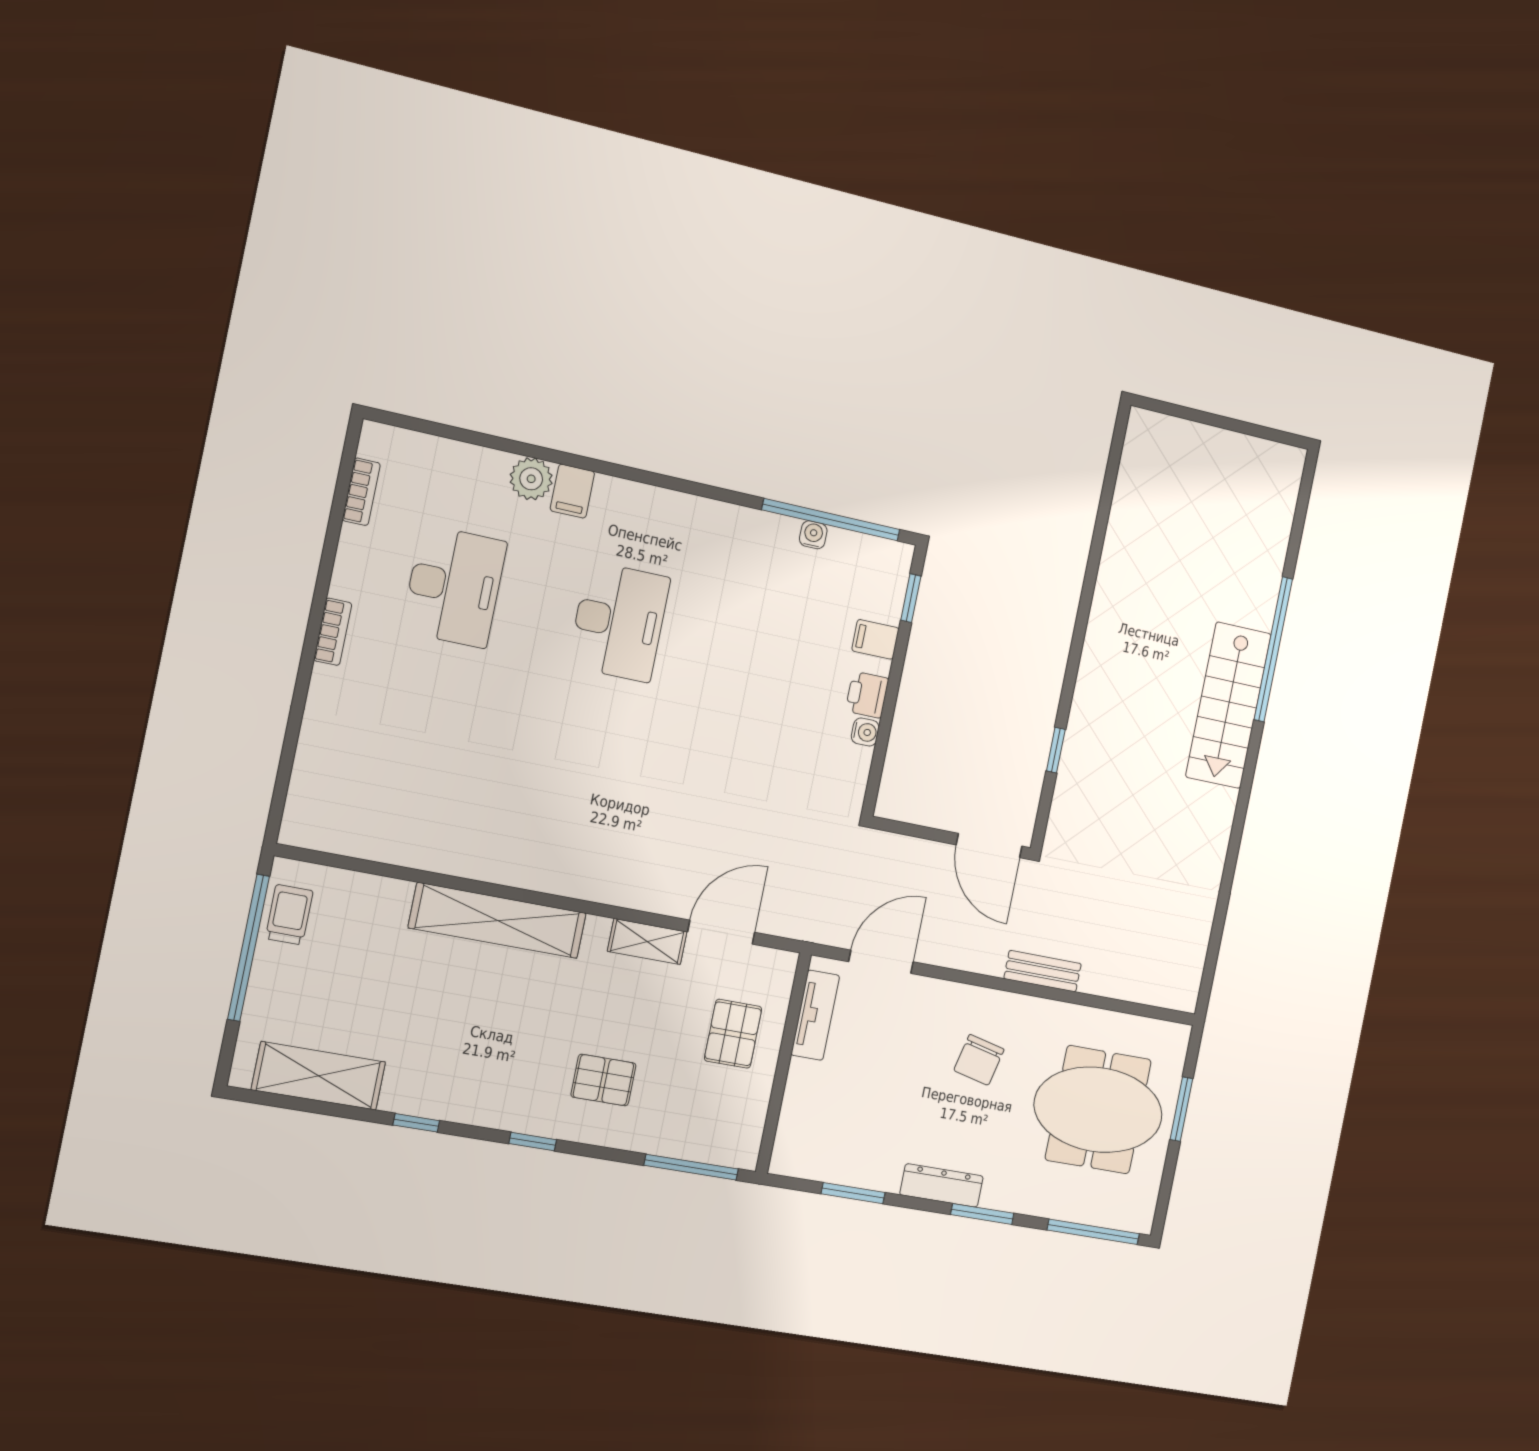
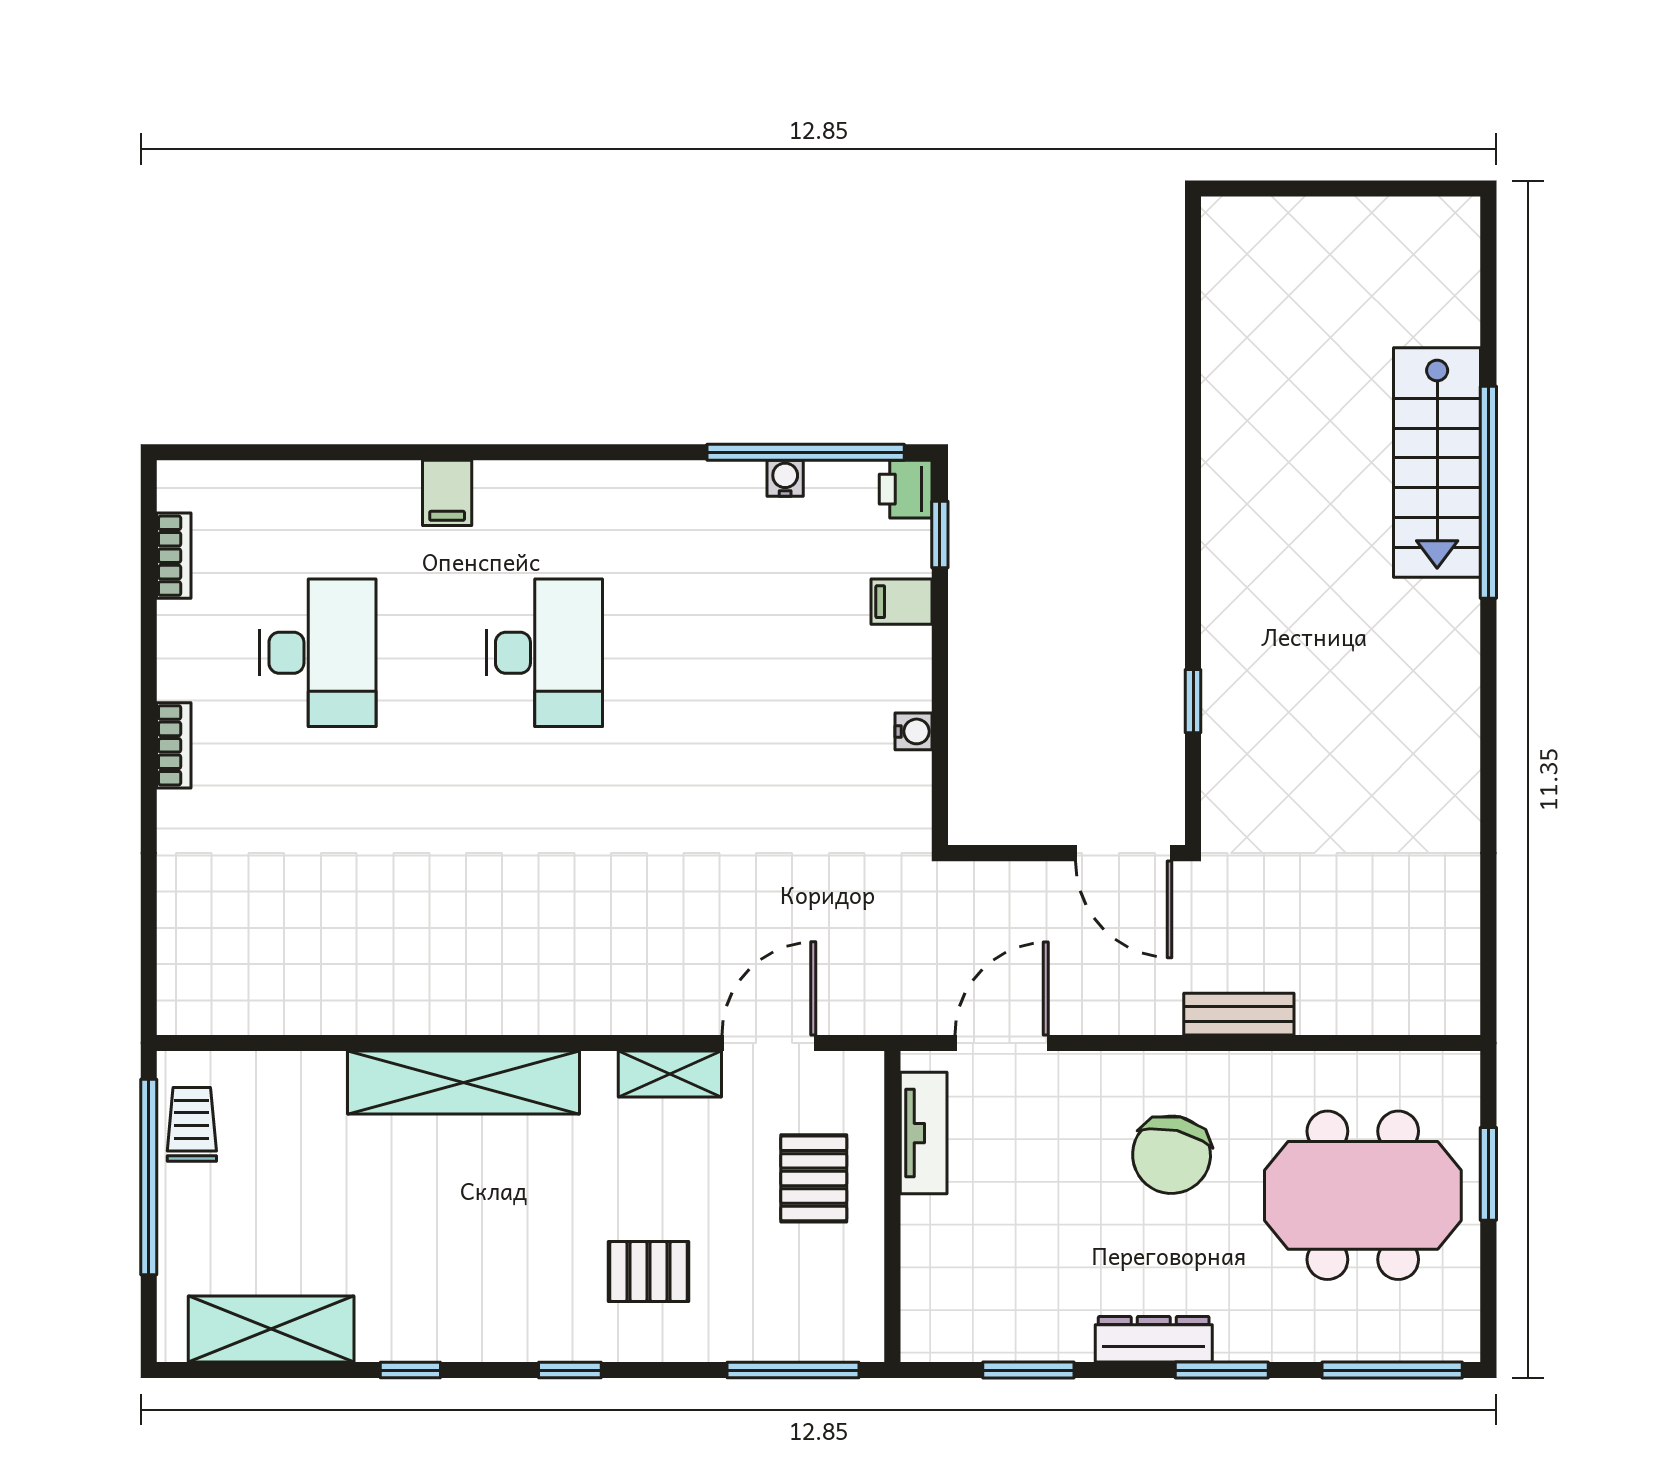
plant: (531, 479) -> (390, 489), removed
printer: (867, 695) -> (906, 489), moved
stairs: (1228, 705) -> (1437, 462), moved
chair: (979, 1060) -> (1172, 1155), width x1.37, depth x1.37

